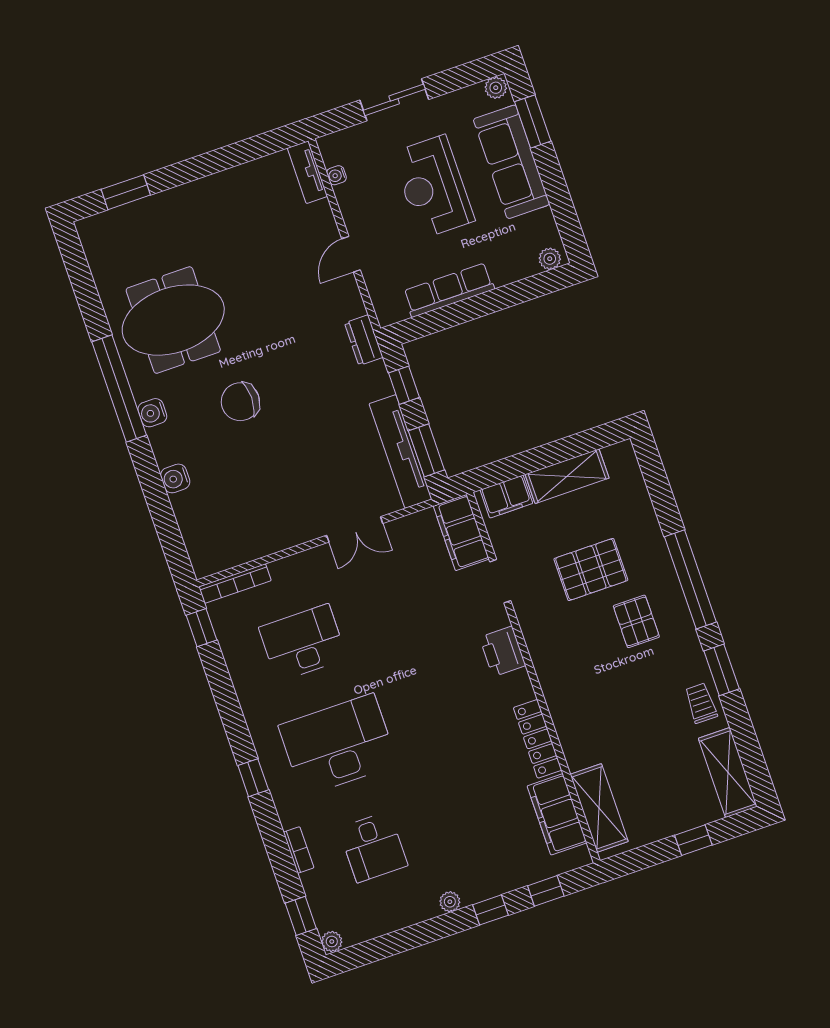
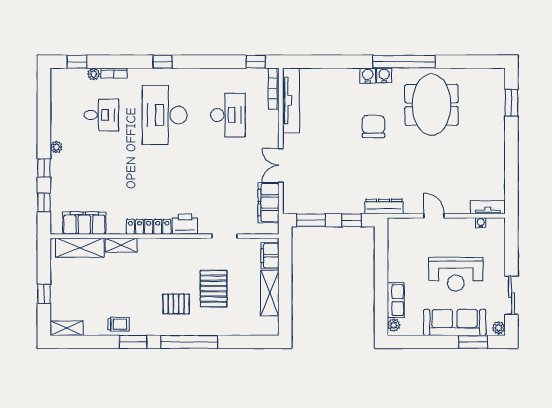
sliding door: (394, 100) -> (511, 295), moved
reception desk: (433, 187) -> (456, 274), turned 180
row of seats: (449, 290) -> (396, 300), moved, width x0.68
dresser: (364, 340) -> (384, 206), width x1.44
tv unit: (401, 451) -> (291, 100), moved, turned 90
water cooler: (175, 478) -> (368, 76), moved
filing cabinet: (461, 533) -> (269, 203), moved, turned -90
locker: (538, 739) -> (149, 227), moved
shelving: (572, 743) -> (121, 245), added
desk: (338, 745) -> (165, 115), turned 180
shelving: (728, 772) -> (67, 328), width x0.67, depth x0.75
desk: (373, 847) -> (101, 115), turned 180
plant: (332, 941) -> (94, 74), moved

